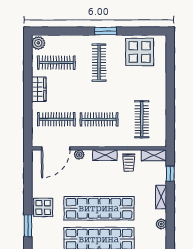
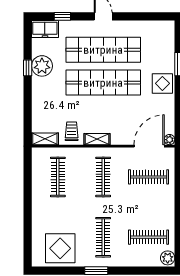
wardrobe: (39, 89) -> (167, 209), removed
clothes rail: (99, 119) -> (103, 177), turned 90
plant: (79, 155) -> (169, 140), moved
window: (170, 174) -> (28, 68), moved
shelving: (161, 197) -> (37, 94), removed
plant: (161, 224) -> (42, 66), width x1.88, depth x1.88

